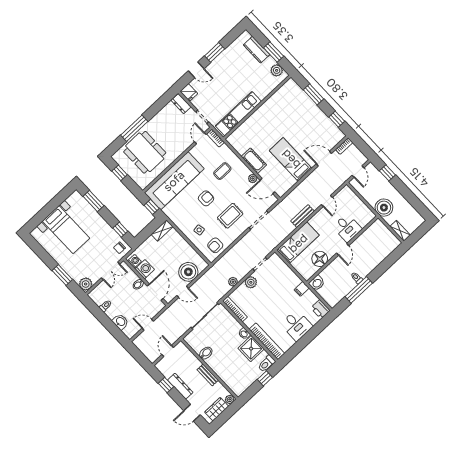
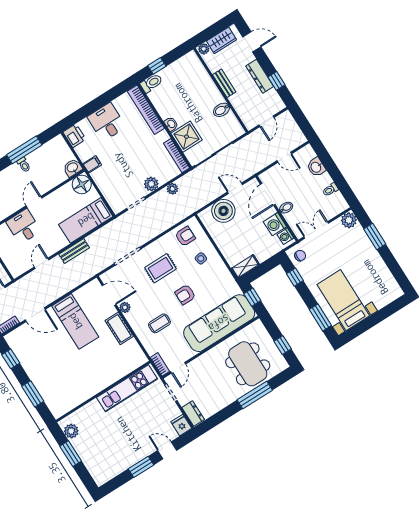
kitchen counter: (257, 50) -> (90, 460), removed
bed with nightstands: (66, 230) -> (343, 300), moved
floor lamp: (320, 259) -> (82, 184), moved
shower: (251, 349) -> (187, 137), moved

